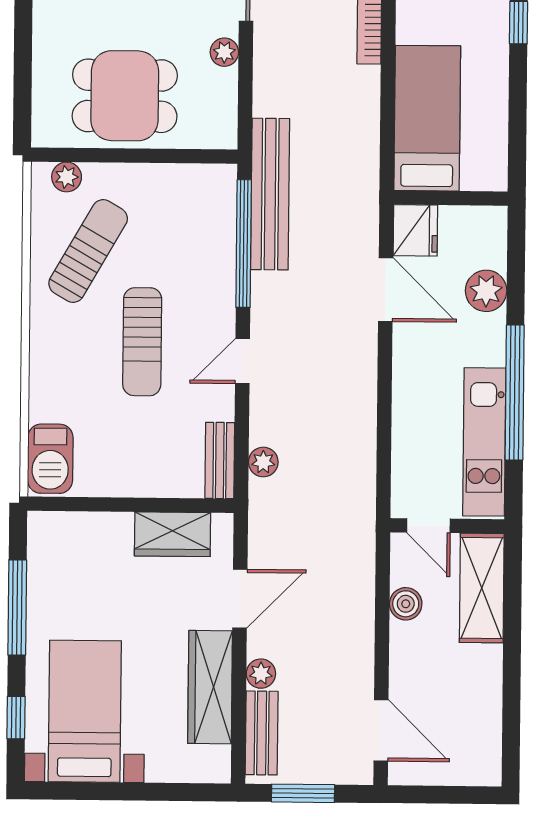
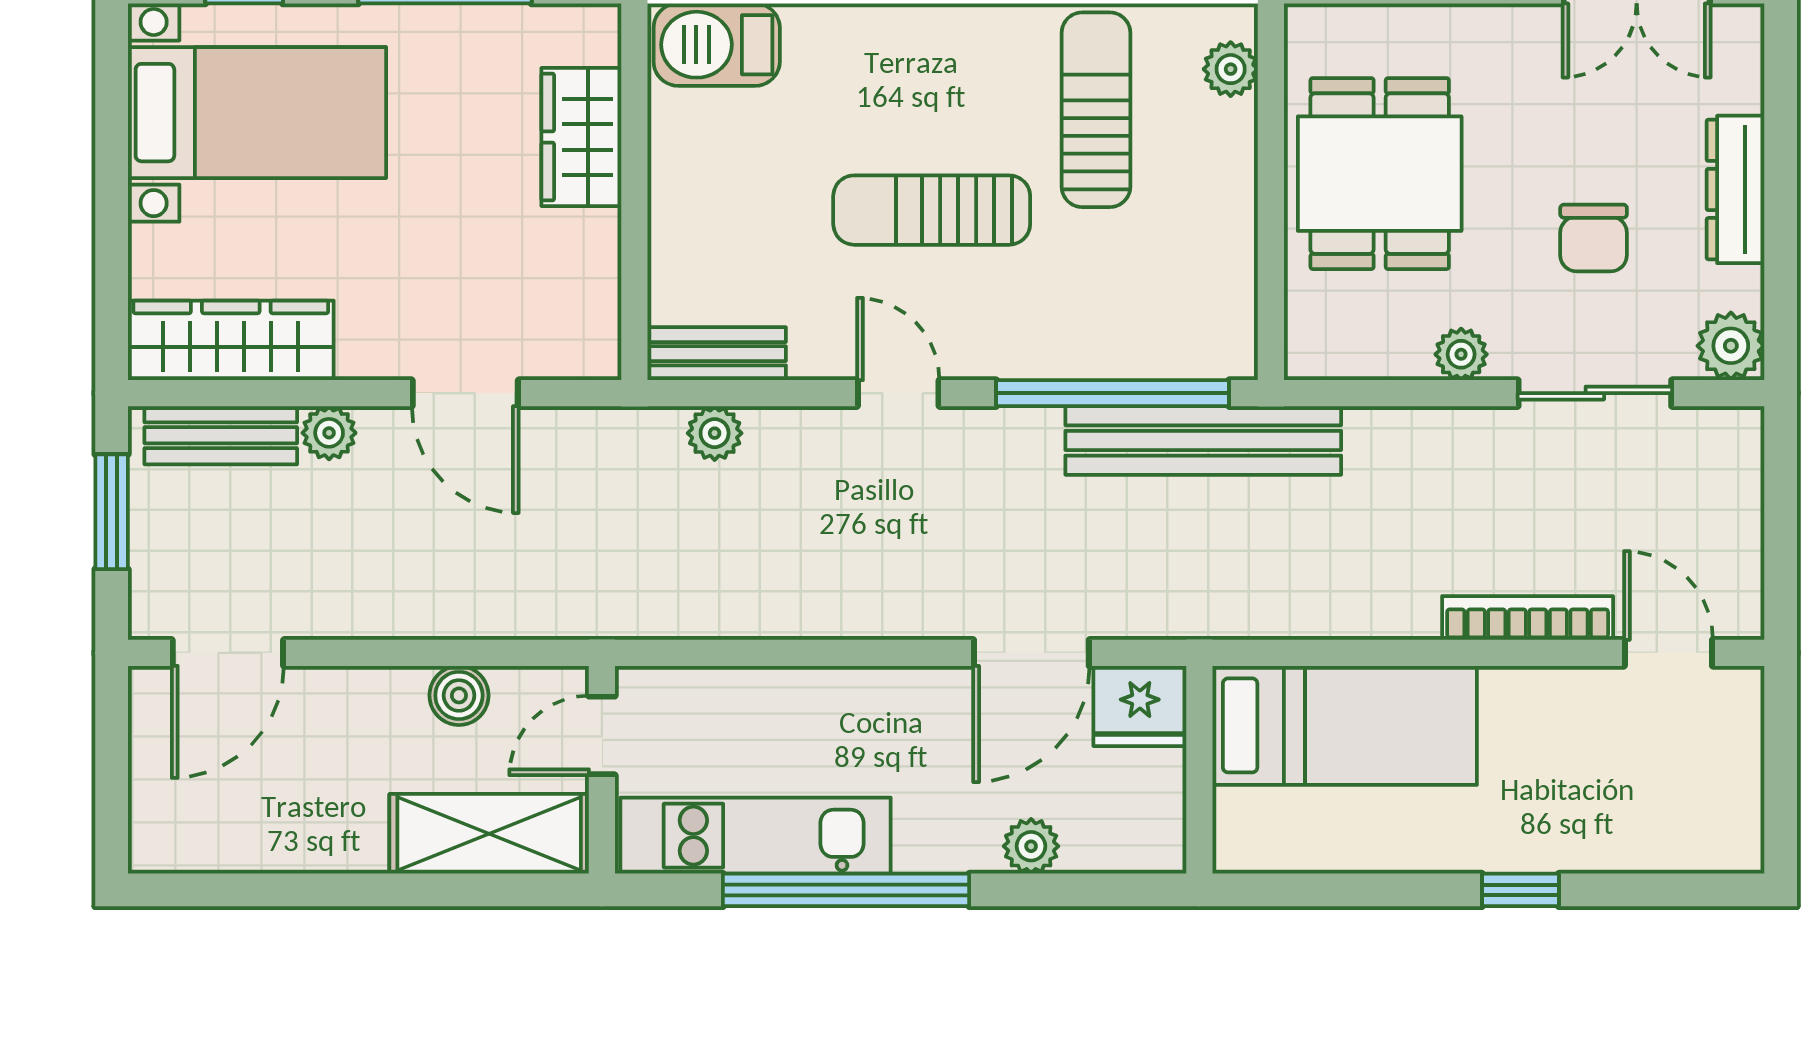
sun lounger: (88, 251) -> (1096, 110), turned -120
plant: (486, 291) -> (1031, 846), width x0.73, depth x0.73
wardrobe: (173, 534) -> (581, 137), moved
wardrobe: (210, 687) -> (231, 340), moved

